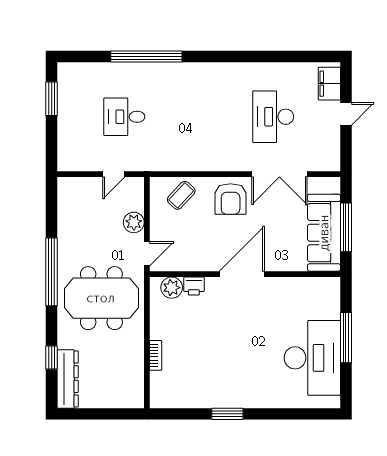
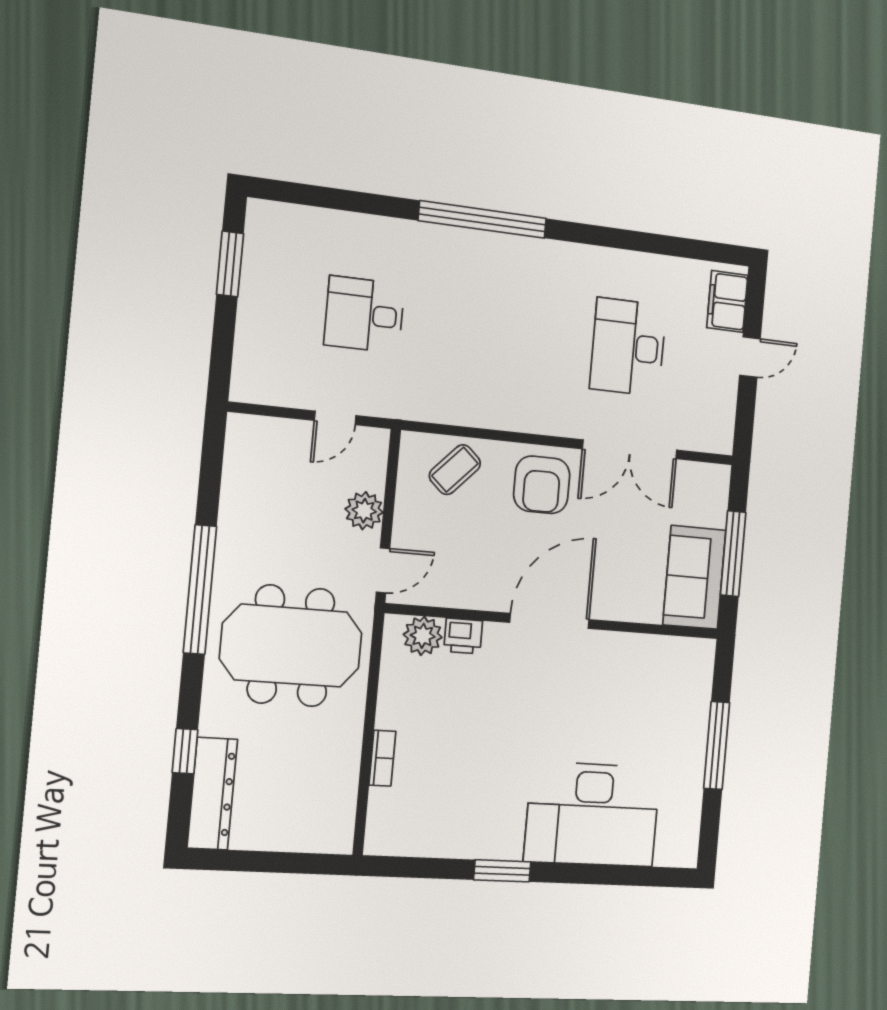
window: (146, 57) -> (483, 219), moved
sofa: (324, 233) -> (694, 577), width x0.73
desk: (312, 358) -> (592, 814), moved, turned 90

